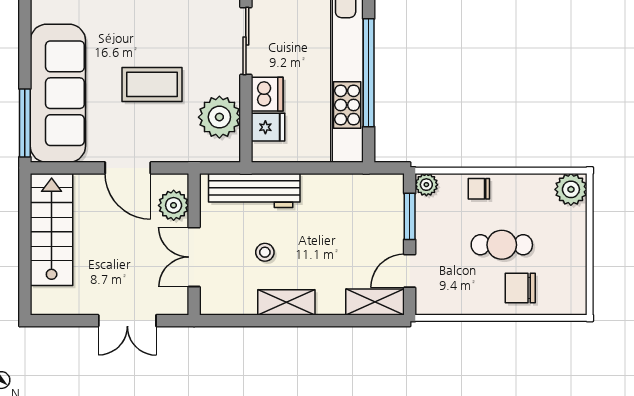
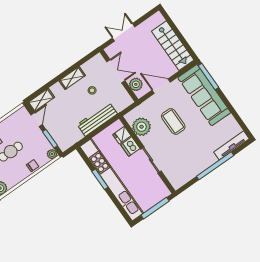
window: (369, 73) -> (100, 179), width x0.47
coffee table: (152, 84) -> (173, 121), turned 90
workbench: (254, 190) -> (97, 119), moved

